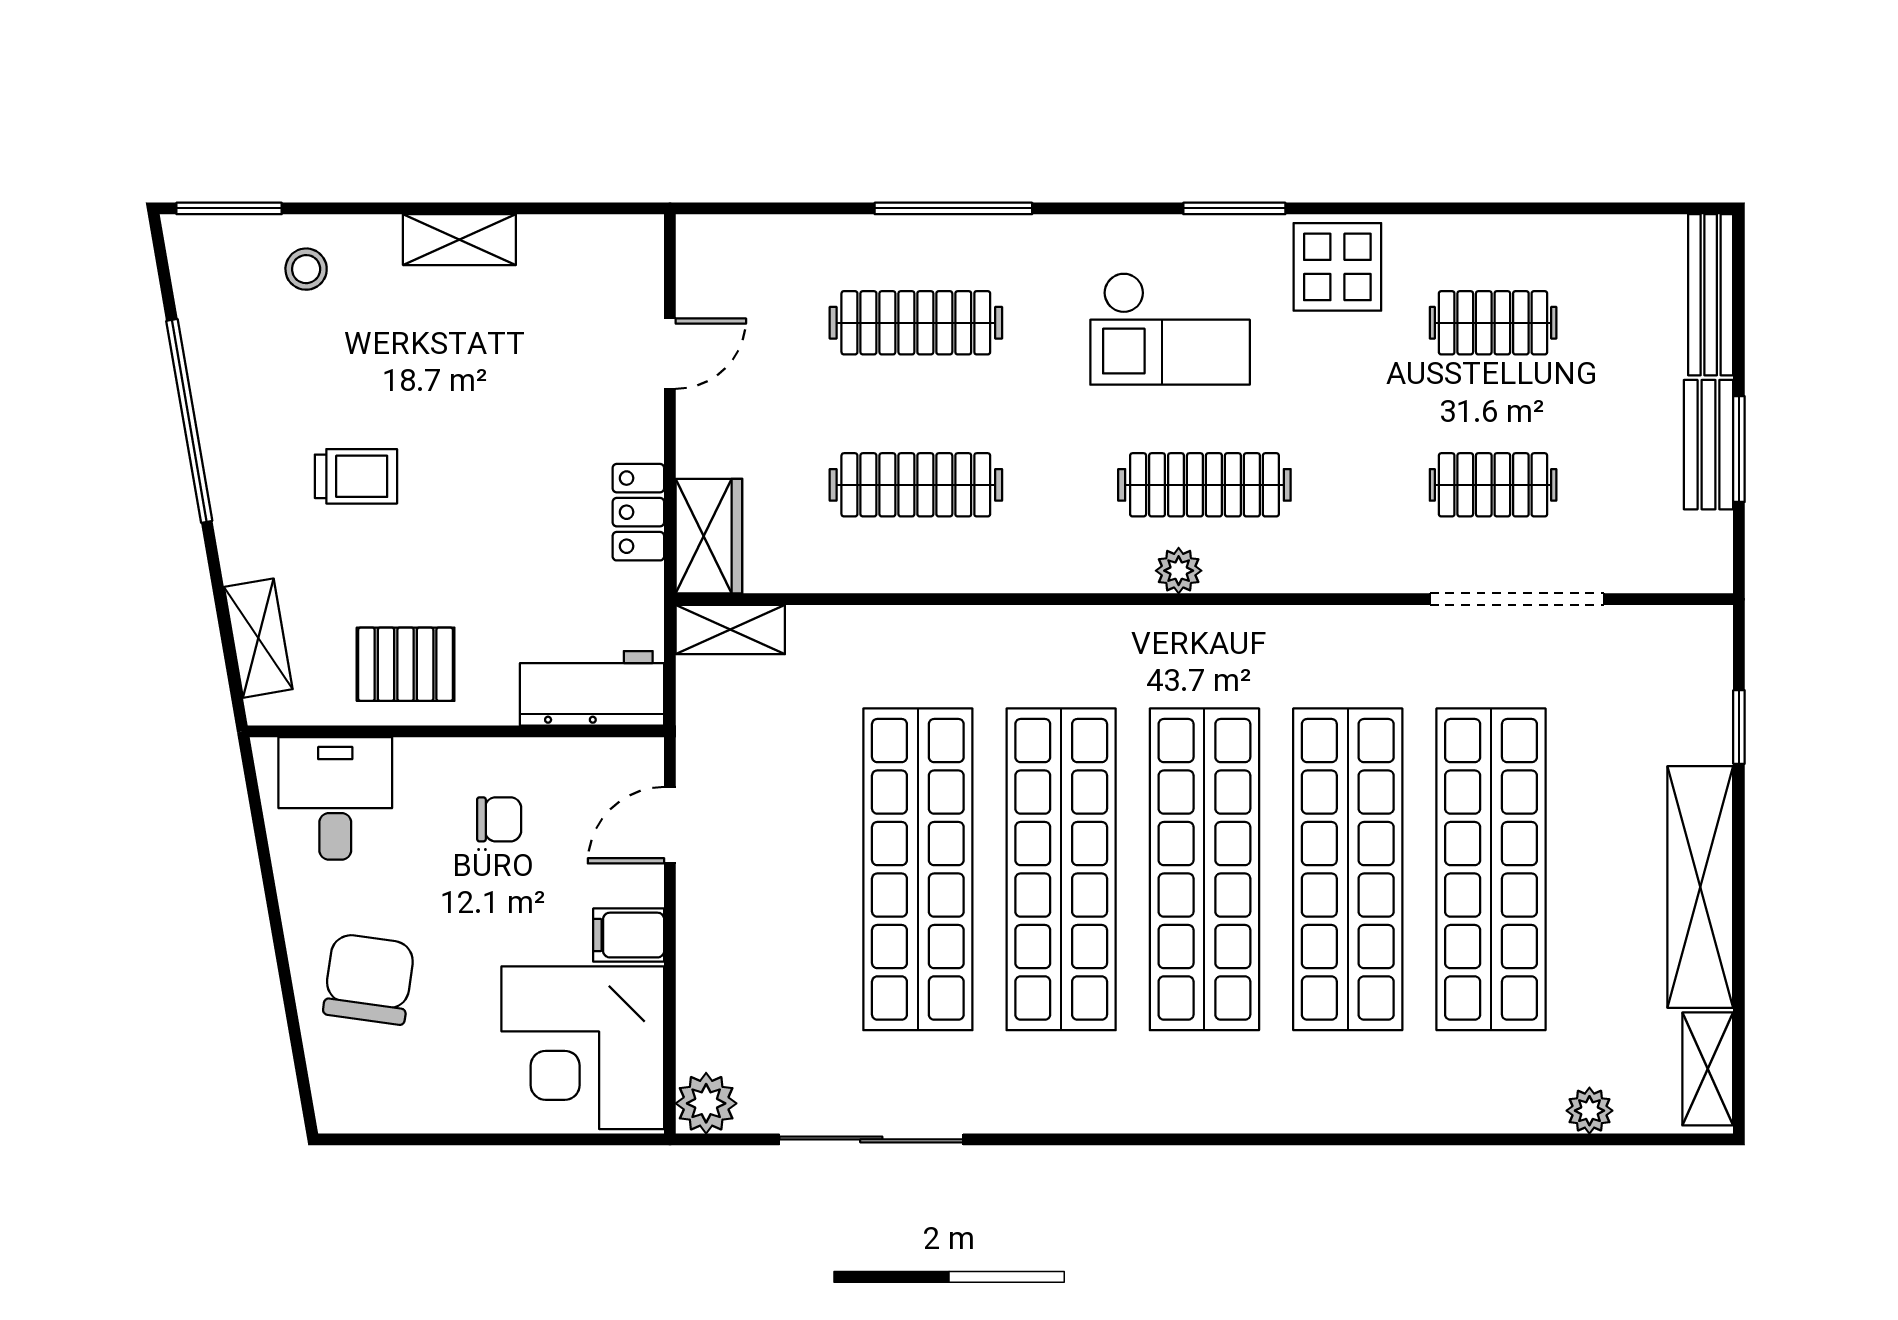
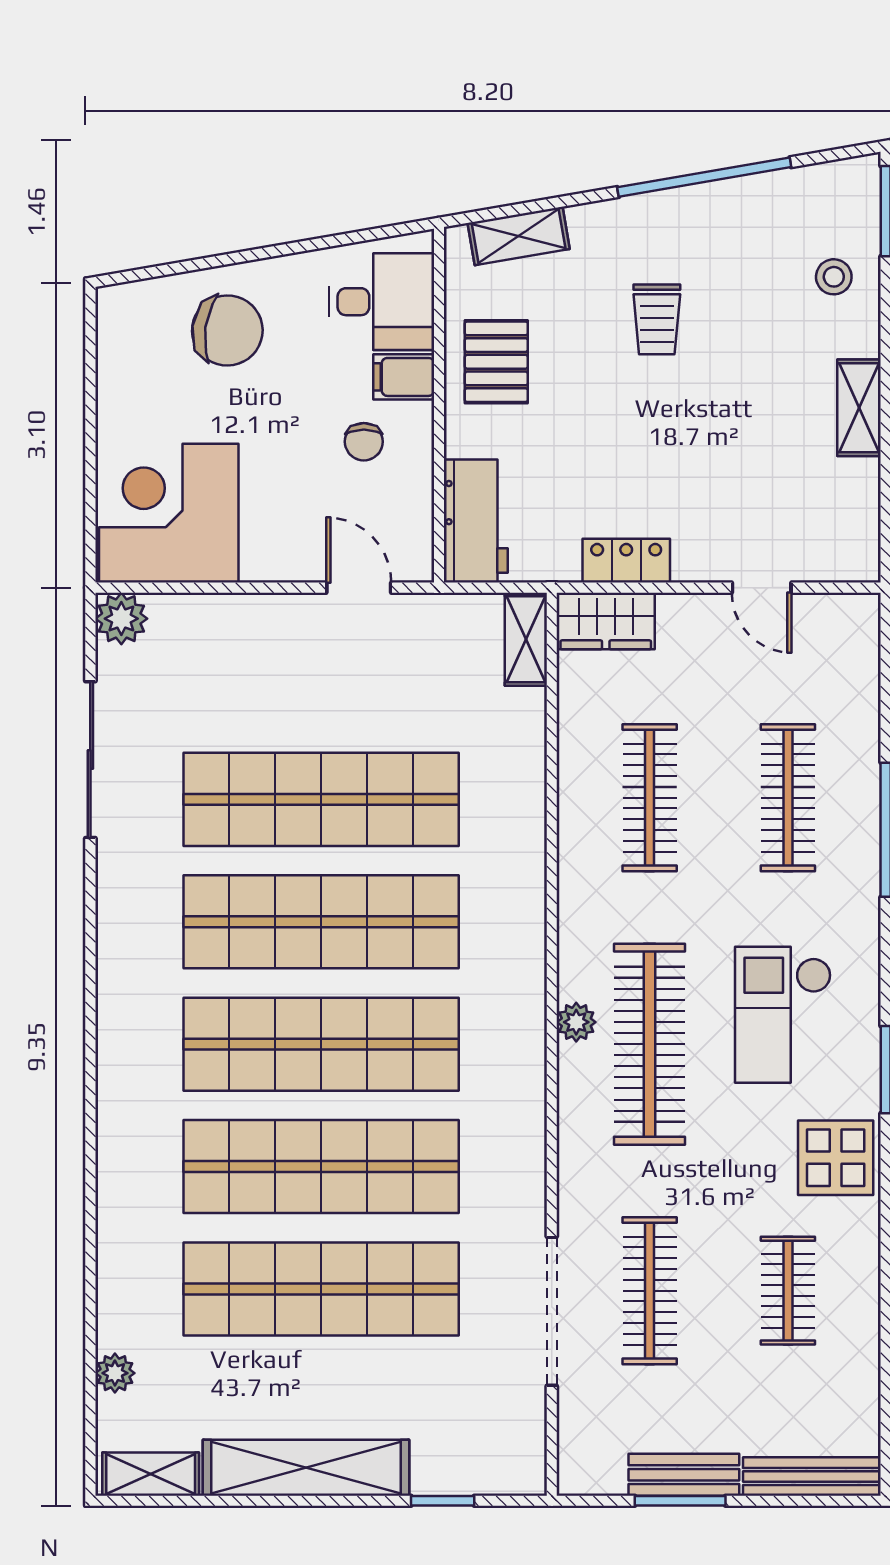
clothes rail: (1204, 485) -> (650, 1044), width x1.37, depth x1.31
clothes rail: (1493, 485) -> (650, 1291), width x1.36
filing cabinet: (629, 935) -> (404, 377), moved, turned -90

